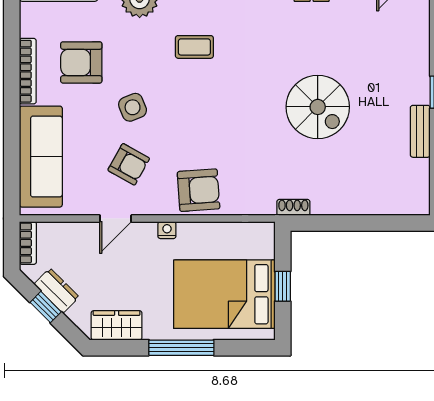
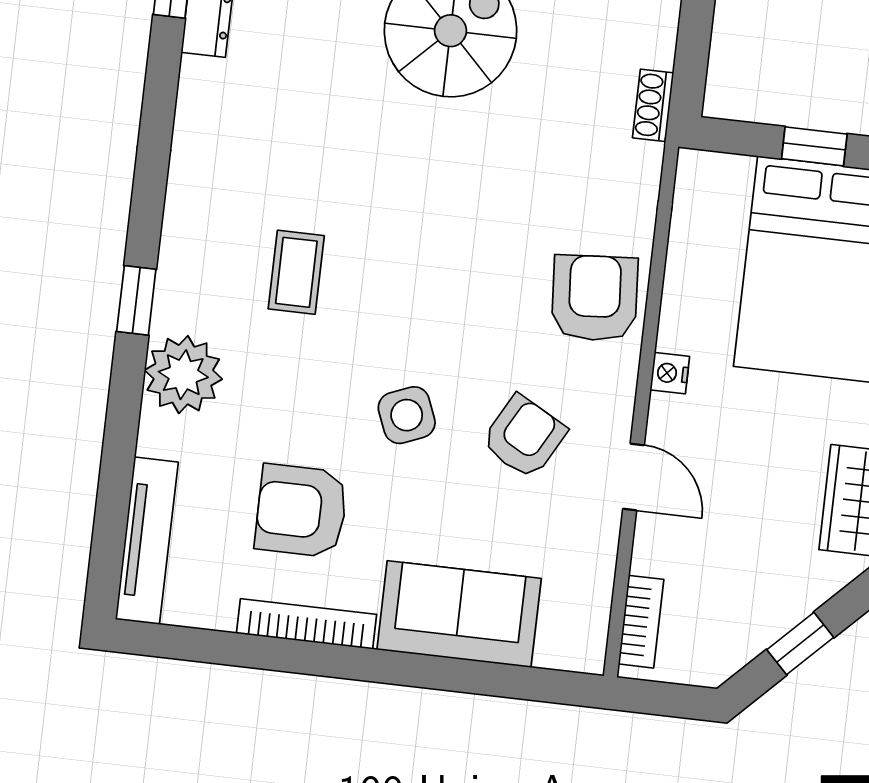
armchair: (81, 62) -> (301, 511), turned 90
sofa: (41, 157) -> (459, 614), width x0.73
bookcase: (28, 243) -> (641, 622), moved, turned 90
dresser: (57, 291) -> (769, 617), removed

